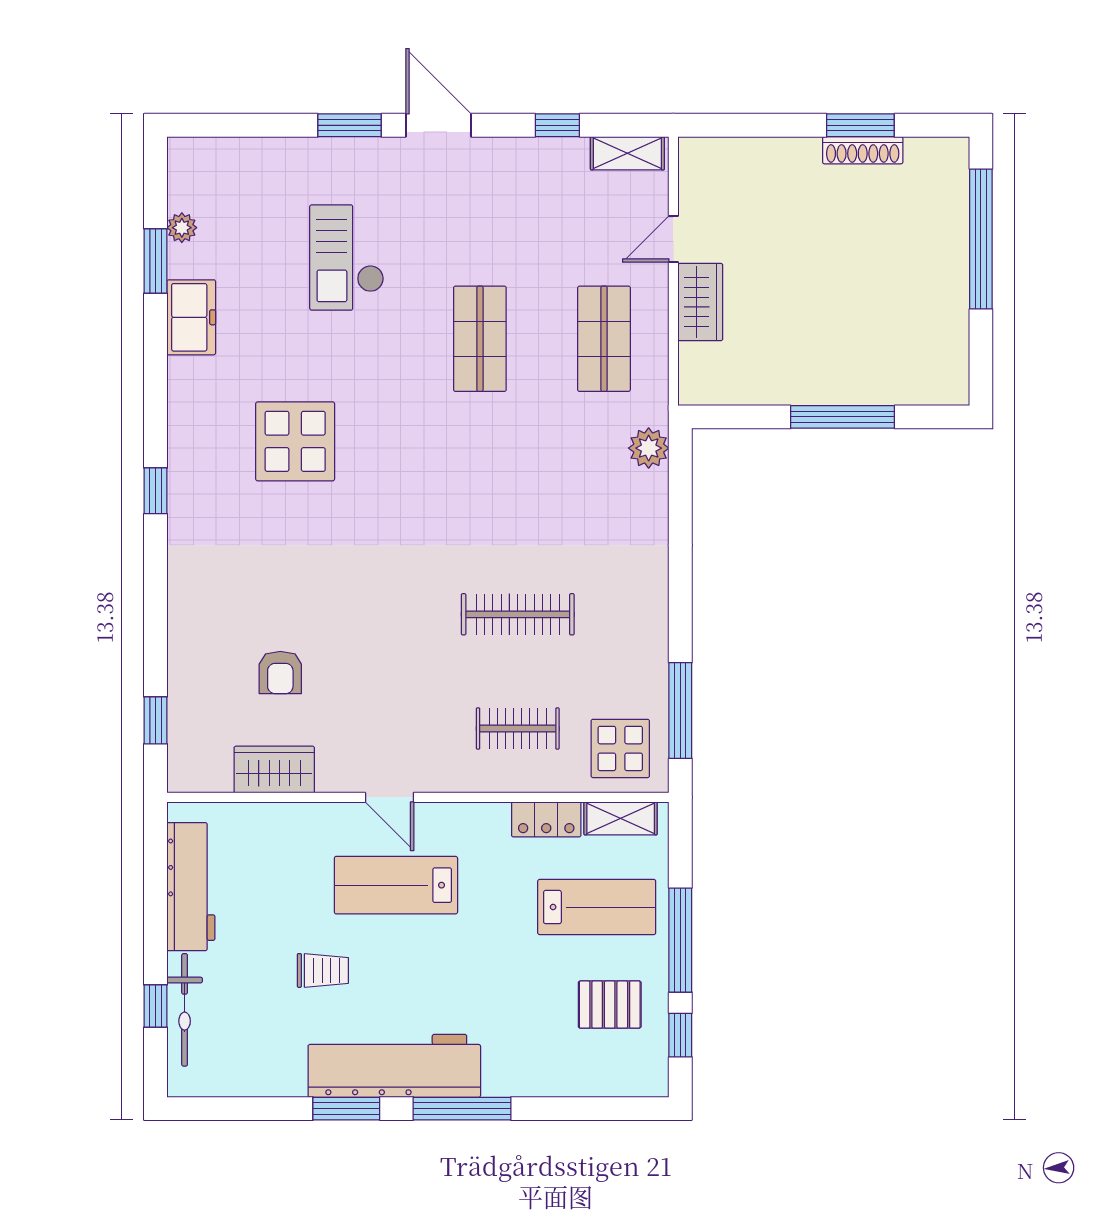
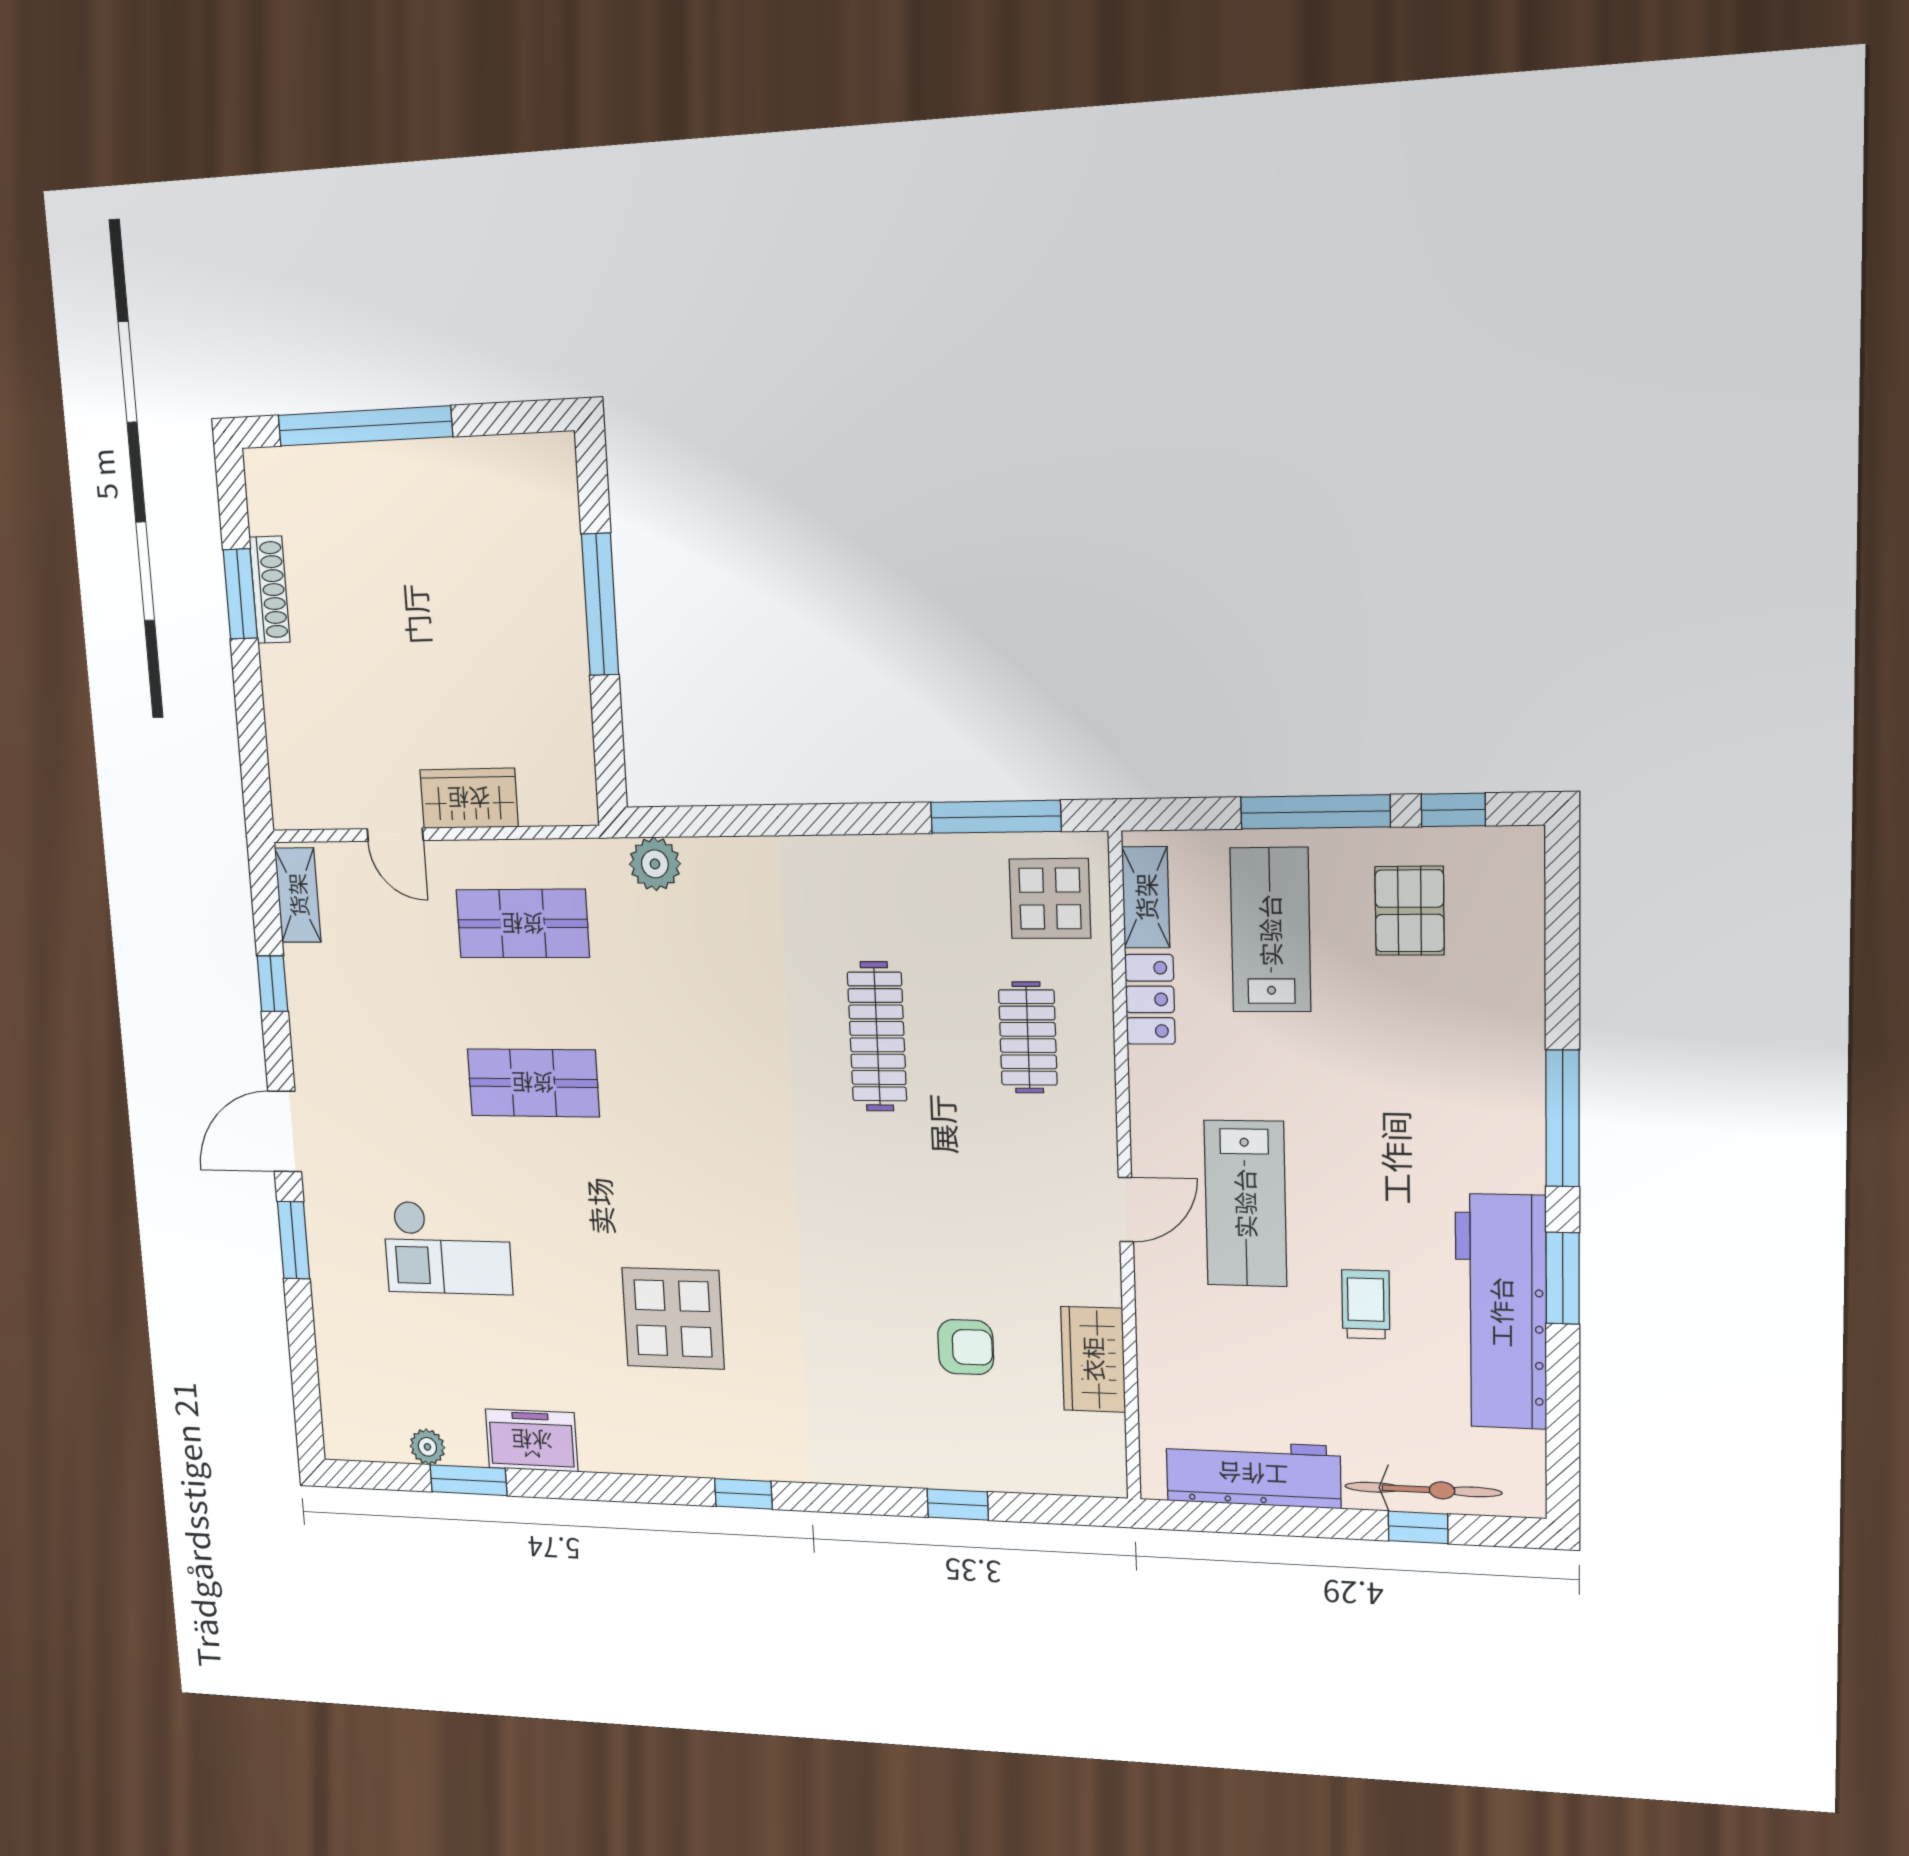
window: (156, 720) -> (958, 1504), moved
workbench: (394, 1066) -> (1501, 1312), moved

